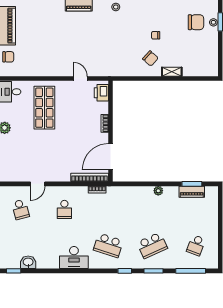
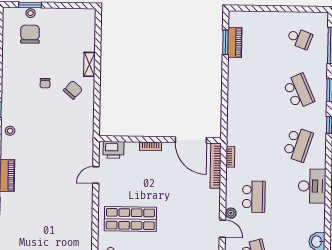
plant: (158, 191) -> (231, 213), moved
school desk: (64, 209) -> (254, 197), width x1.85

